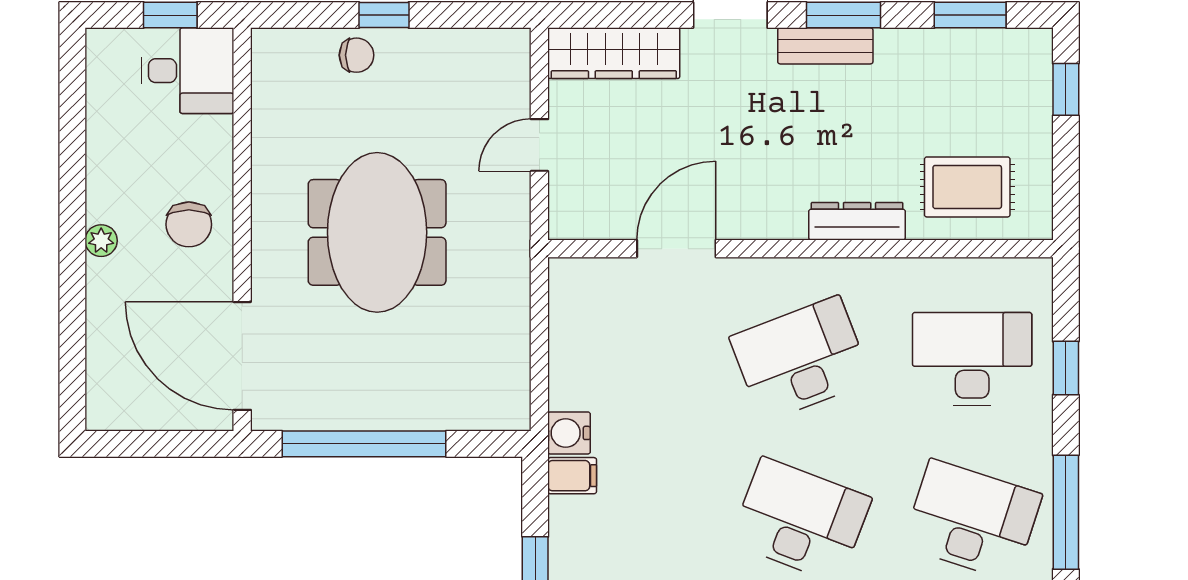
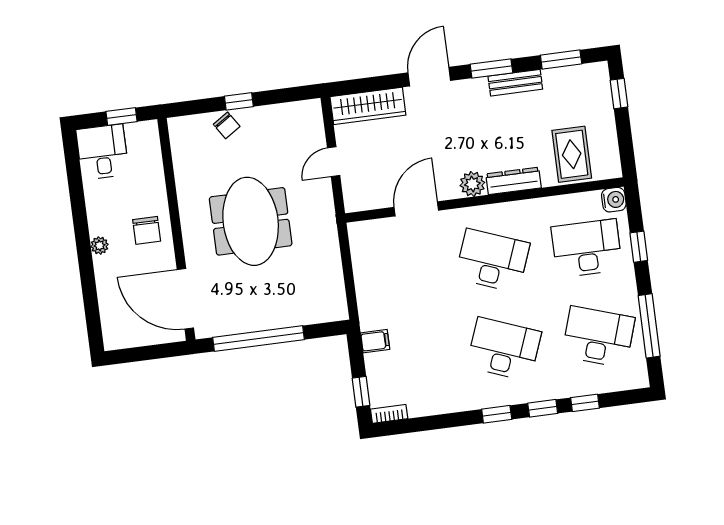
bench: (825, 46) -> (515, 83), moved
chair: (356, 55) -> (227, 125), turned 57
desk: (187, 71) -> (102, 152), moved, turned -90
rug: (967, 187) -> (572, 154), turned 90
plant: (783, 217) -> (472, 184), added
desk: (801, 359) -> (492, 261), turned 42
water cooler: (569, 433) -> (614, 200), moved, turned 180

